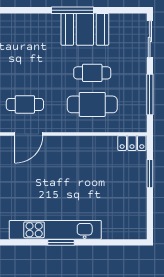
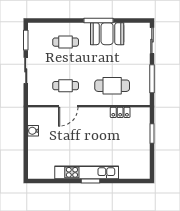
cafe table: (92, 73) -> (66, 42), moved
locker: (132, 143) -> (120, 112), moved

